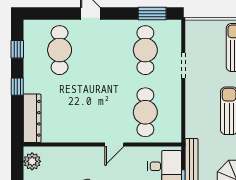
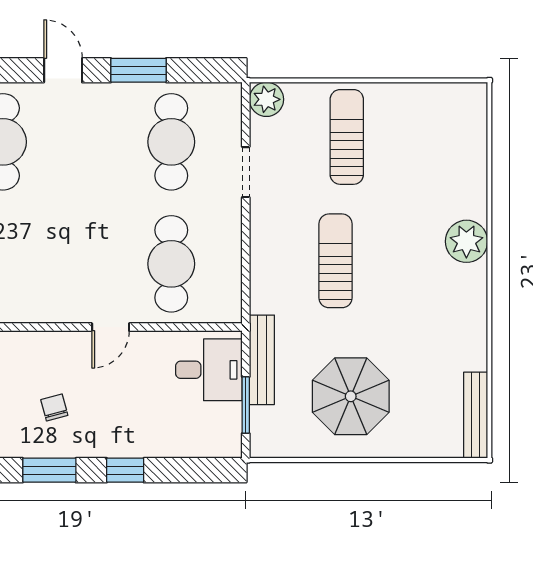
window: (152, 14) -> (138, 70), moved
plant: (194, 28) -> (266, 99), added

